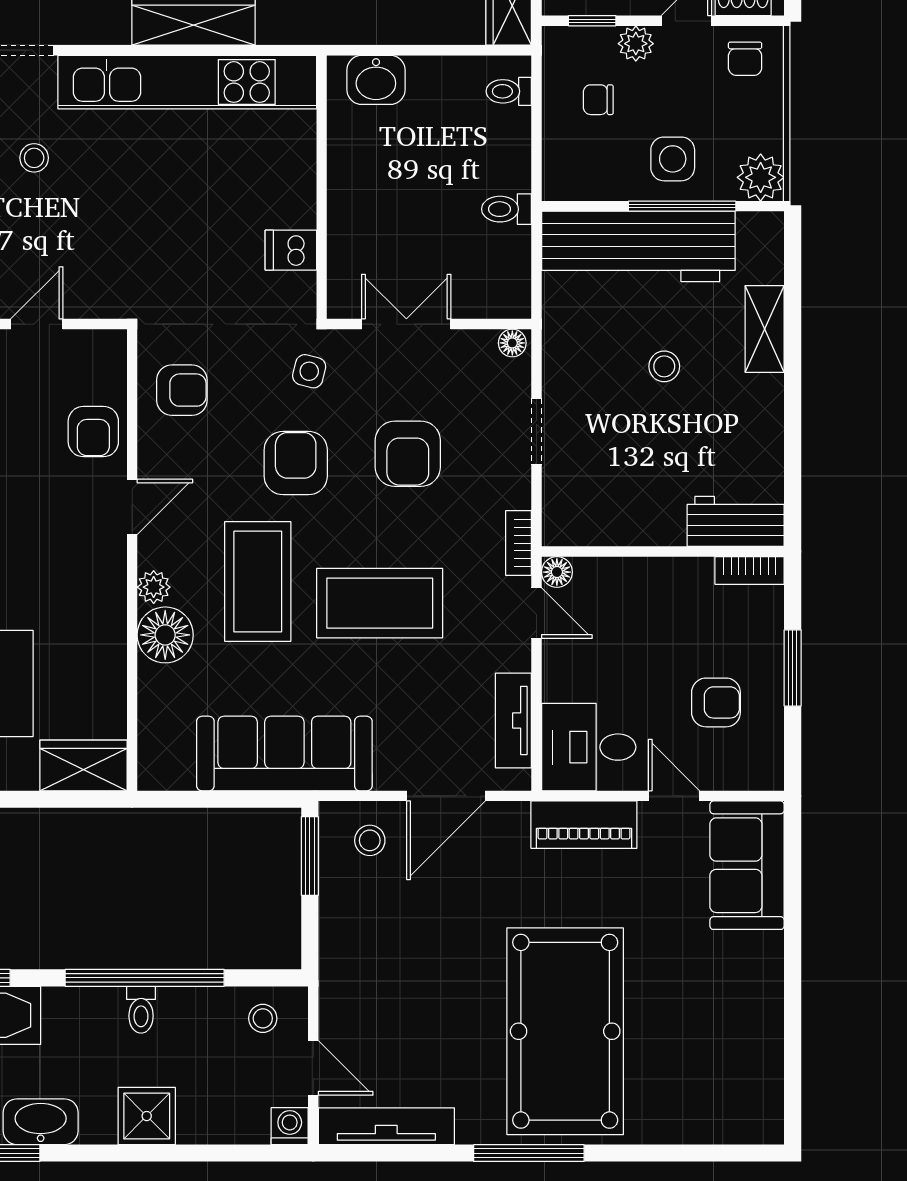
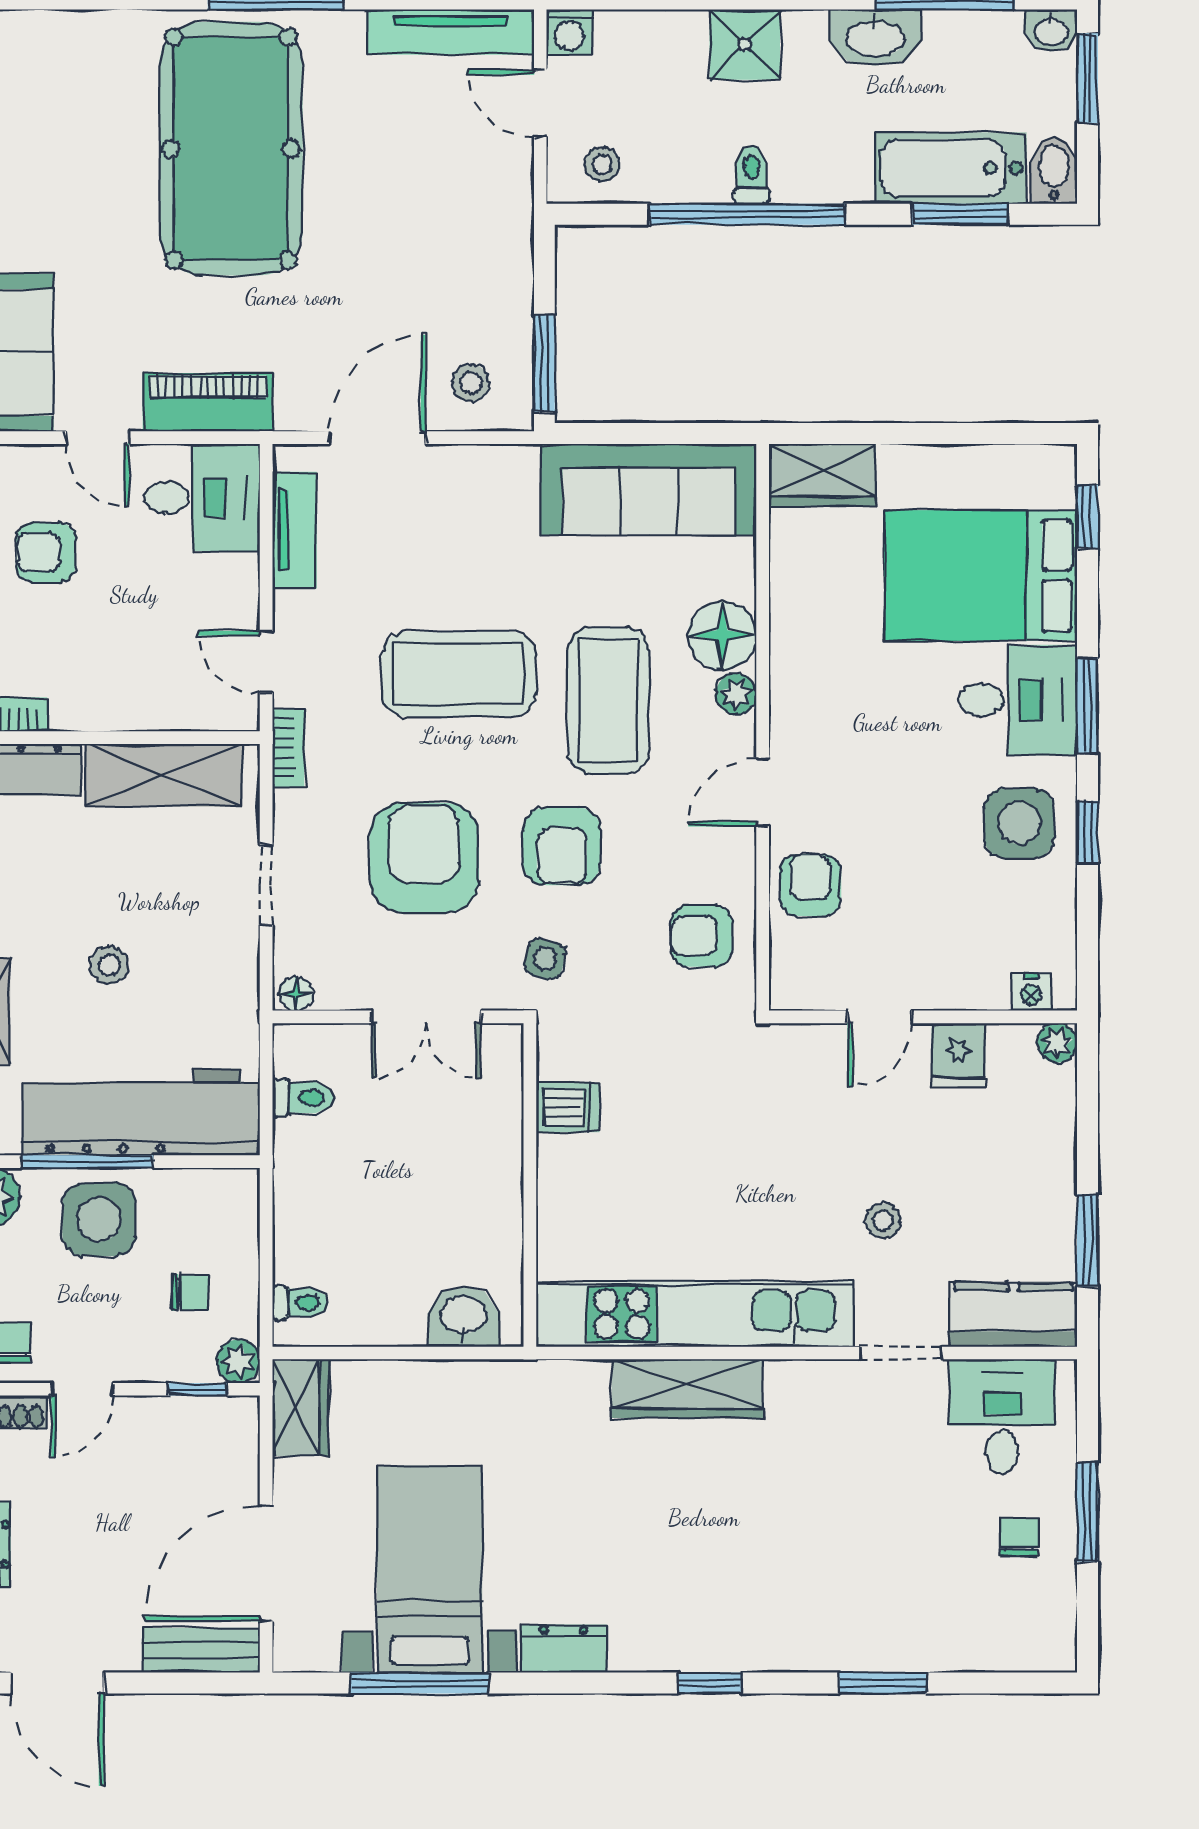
plant: (636, 44) -> (238, 1361), moved
side table: (673, 159) -> (99, 1220), width x1.37, depth x1.37
toilet: (507, 209) -> (303, 1098), moved
armchair: (408, 454) -> (424, 858), width x1.36, depth x1.36
shelving: (620, 521) -> (164, 775), added
floor lamp: (557, 572) -> (241, 712), removed
sofa: (284, 754) -> (649, 490), moved

